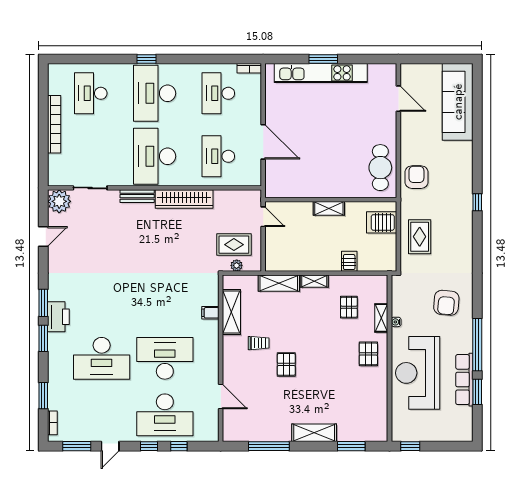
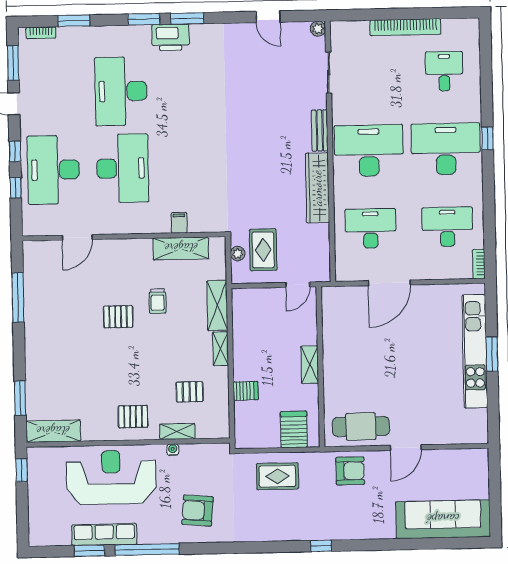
desk: (91, 93) -> (444, 71), width x0.73
door: (398, 99) -> (406, 448), moved
plant: (59, 201) -> (318, 29), width x0.53, depth x0.53
trolley: (259, 343) -> (158, 301), moved
shelving: (314, 433) -> (53, 431), moved, turned 90

